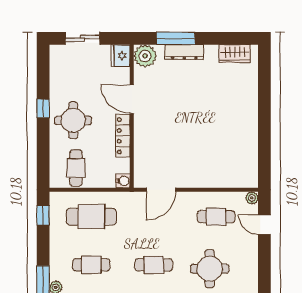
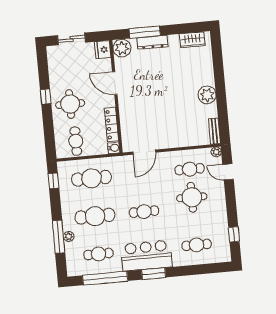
plant: (247, 125) -> (207, 95), added
locker: (123, 136) -> (111, 124), moved
bench: (252, 172) -> (214, 131), added
cafe table: (91, 265) -> (95, 216), width x1.37, depth x1.35
round table: (210, 269) -> (192, 197), moved

